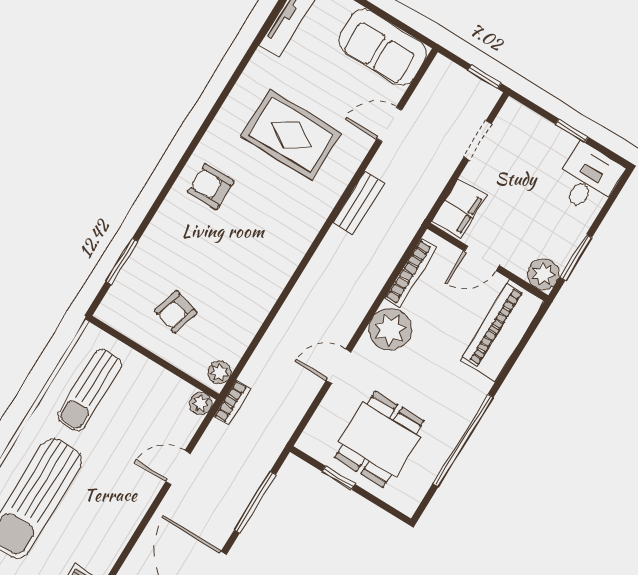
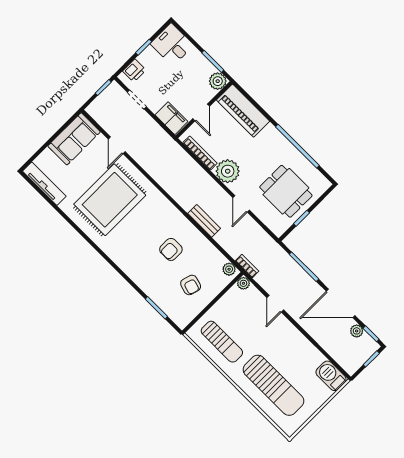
printer: (527, 124) -> (134, 71), added
rug: (291, 135) -> (110, 200), width x1.37, depth x1.44
armchair: (211, 187) -> (171, 249), moved
bench: (358, 203) -> (204, 221), moved

